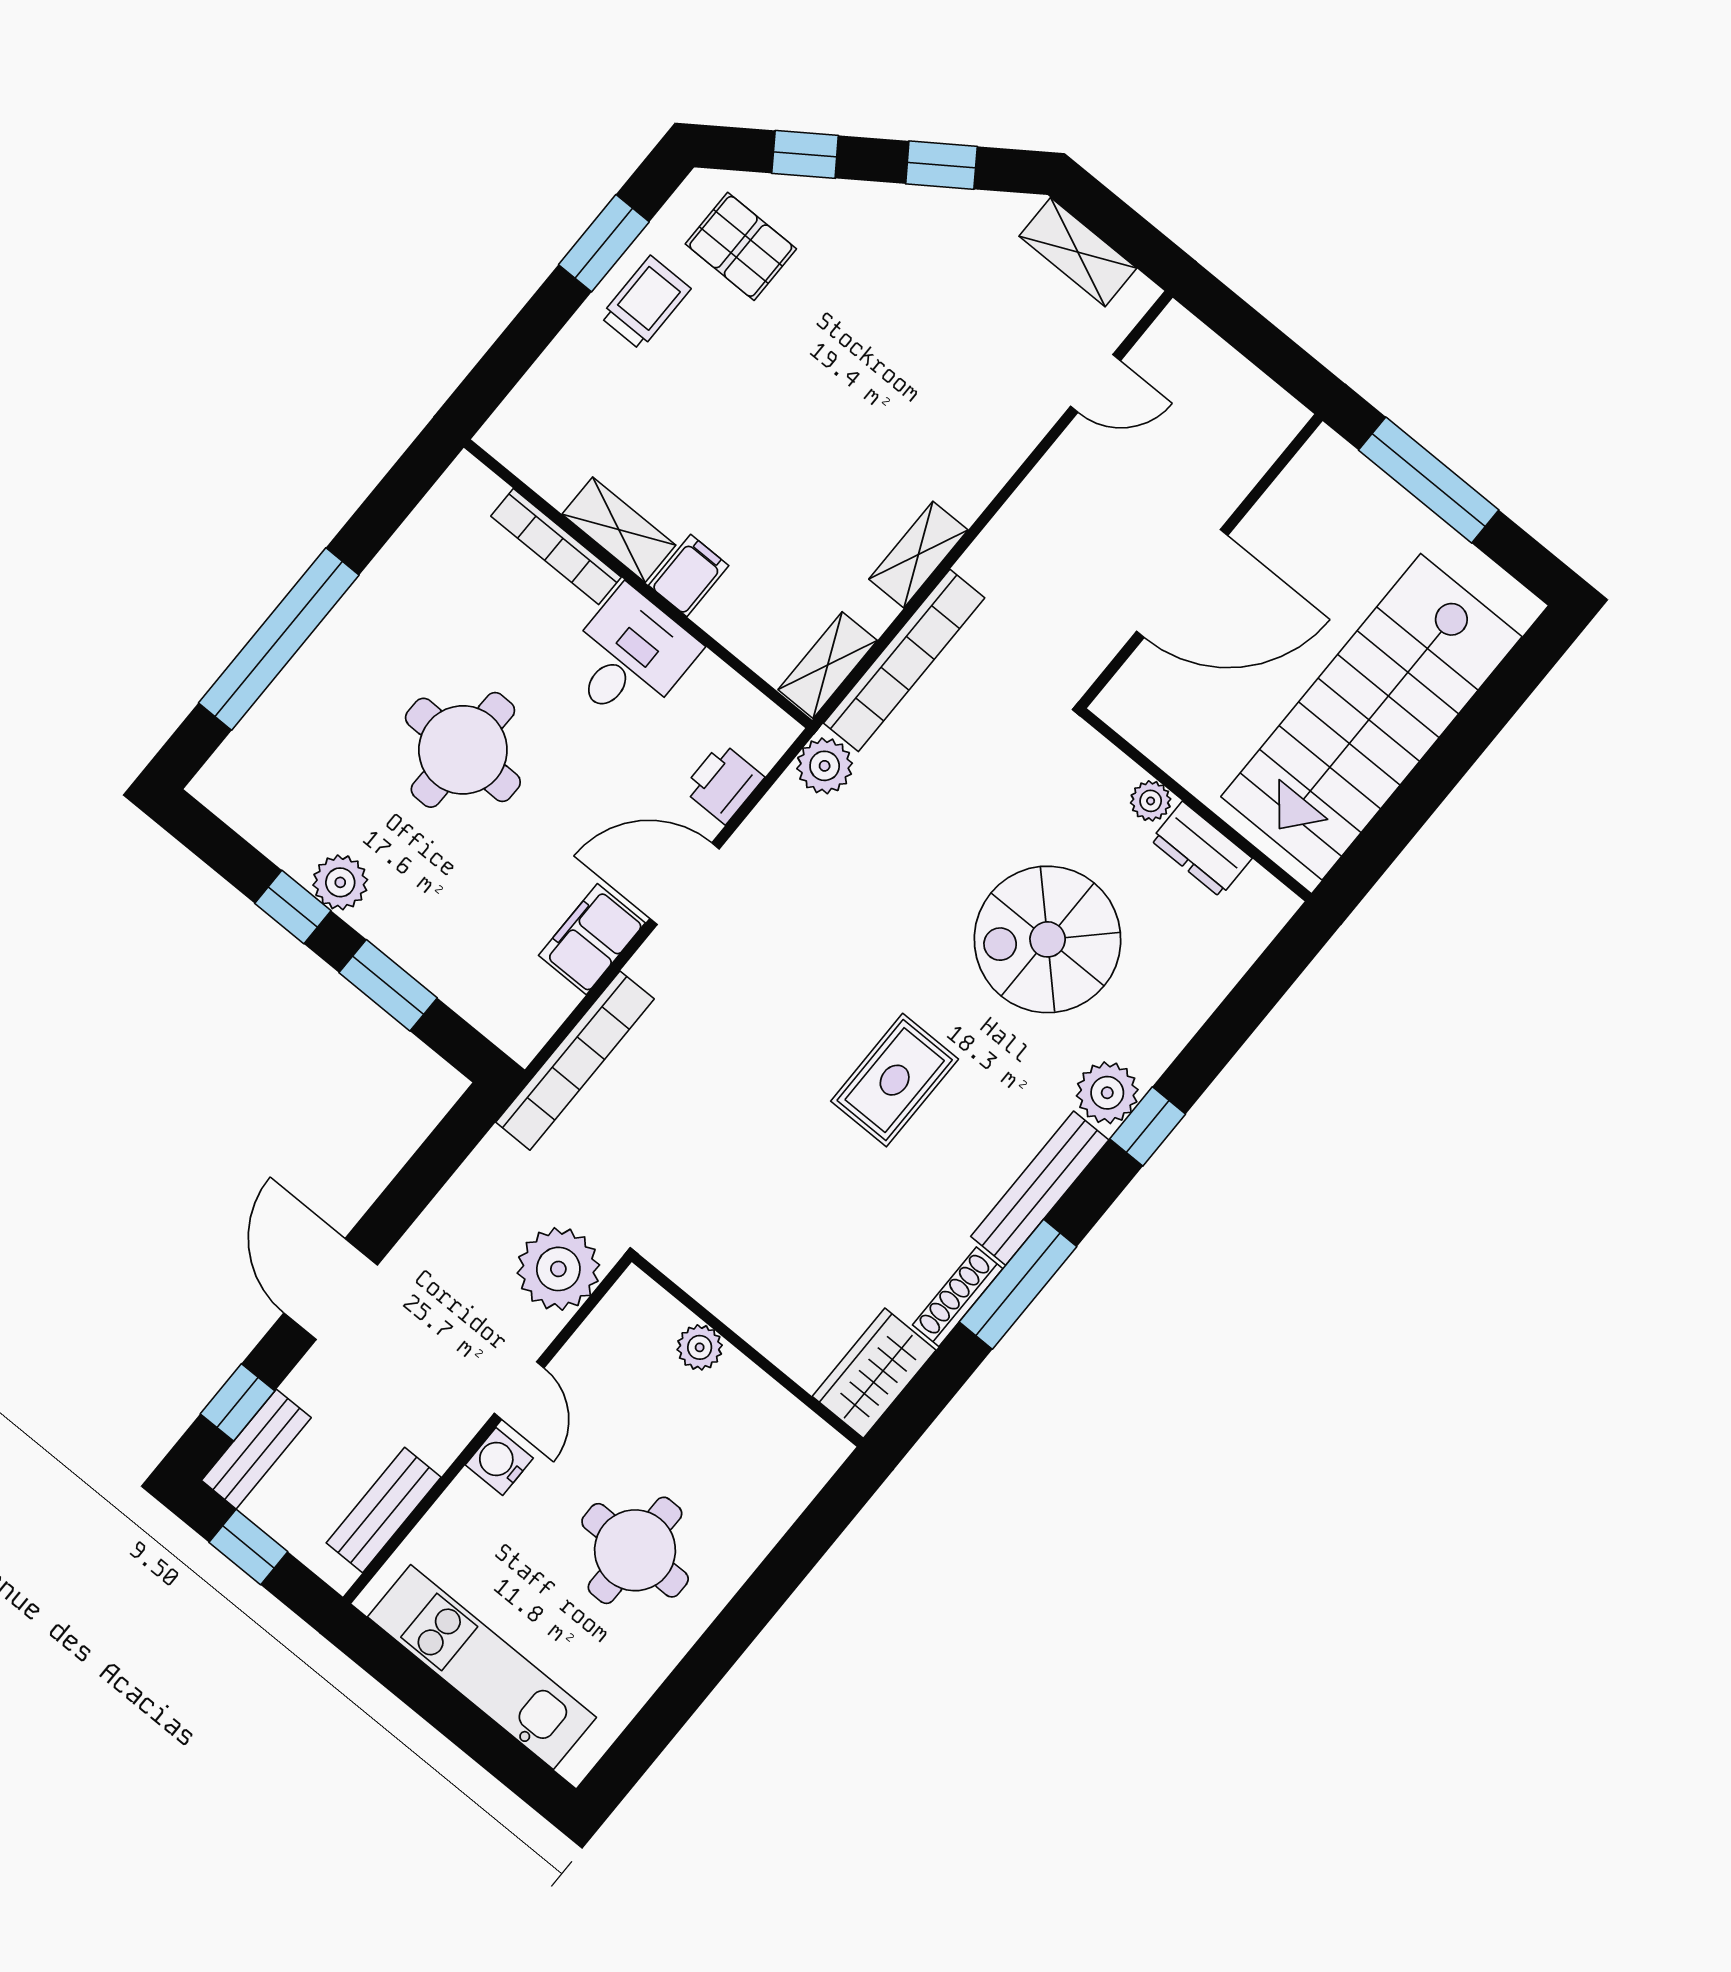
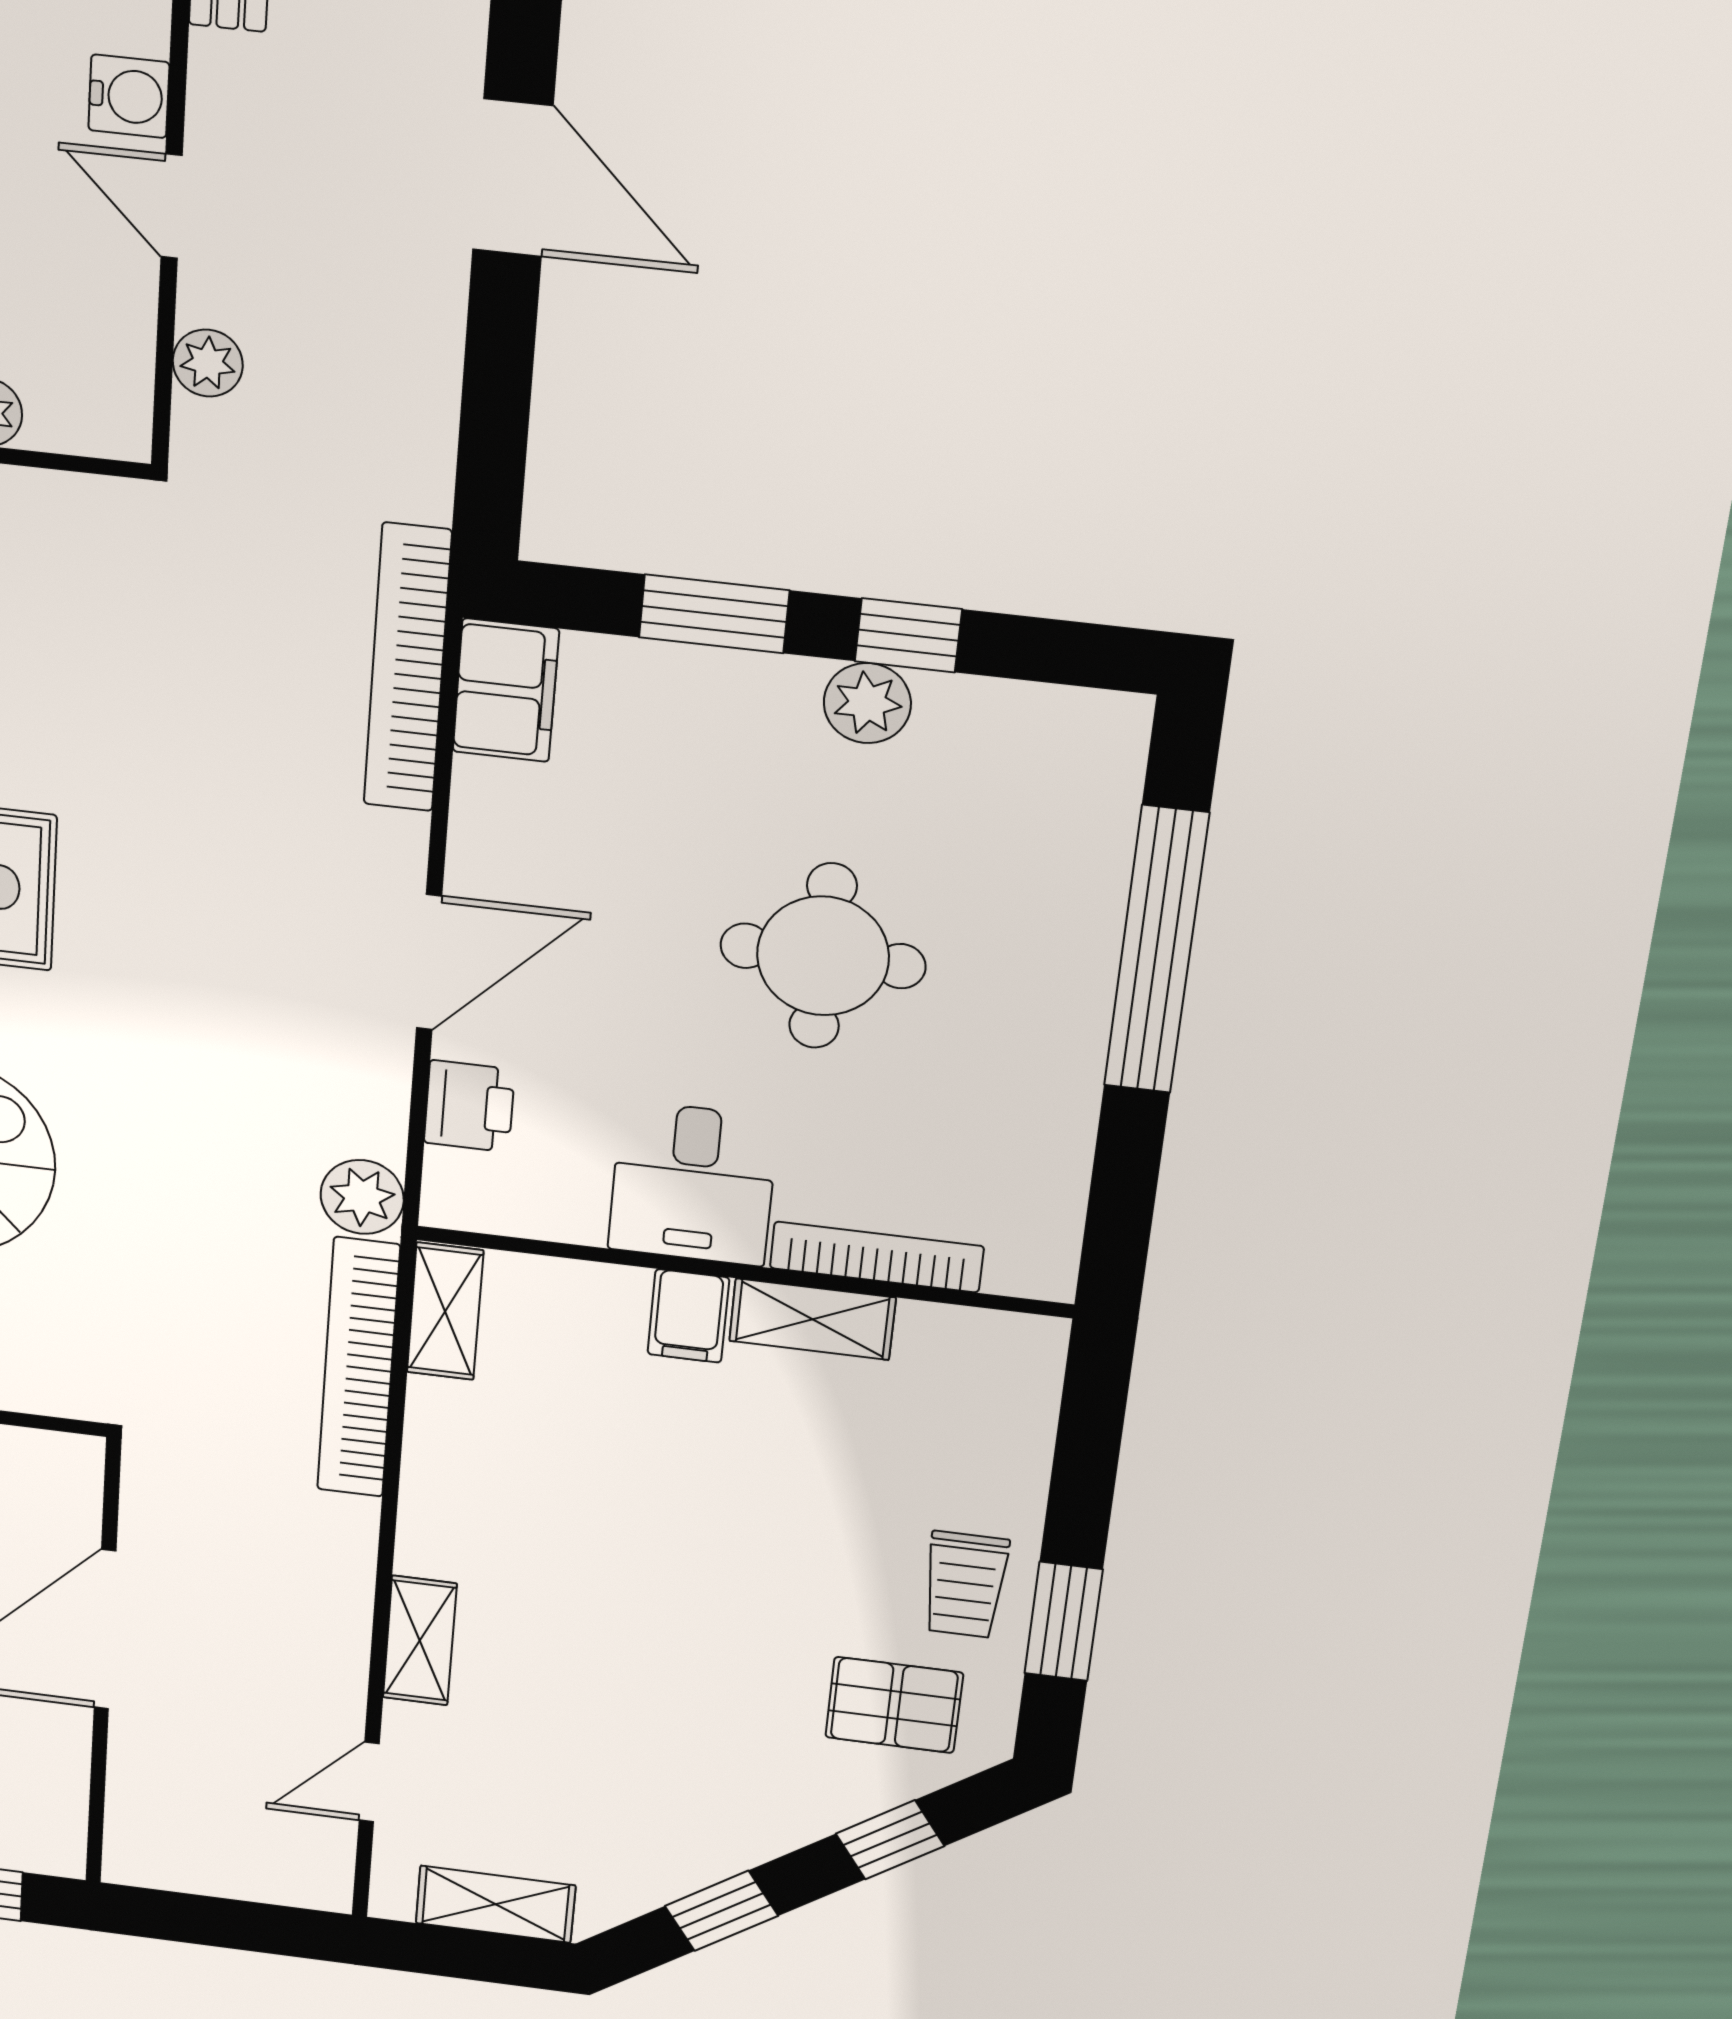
shelving: (918, 555) -> (420, 1641), moved
filing cabinet: (592, 939) -> (506, 690), moved
plant: (558, 1269) -> (208, 363), width x0.53, depth x0.53

